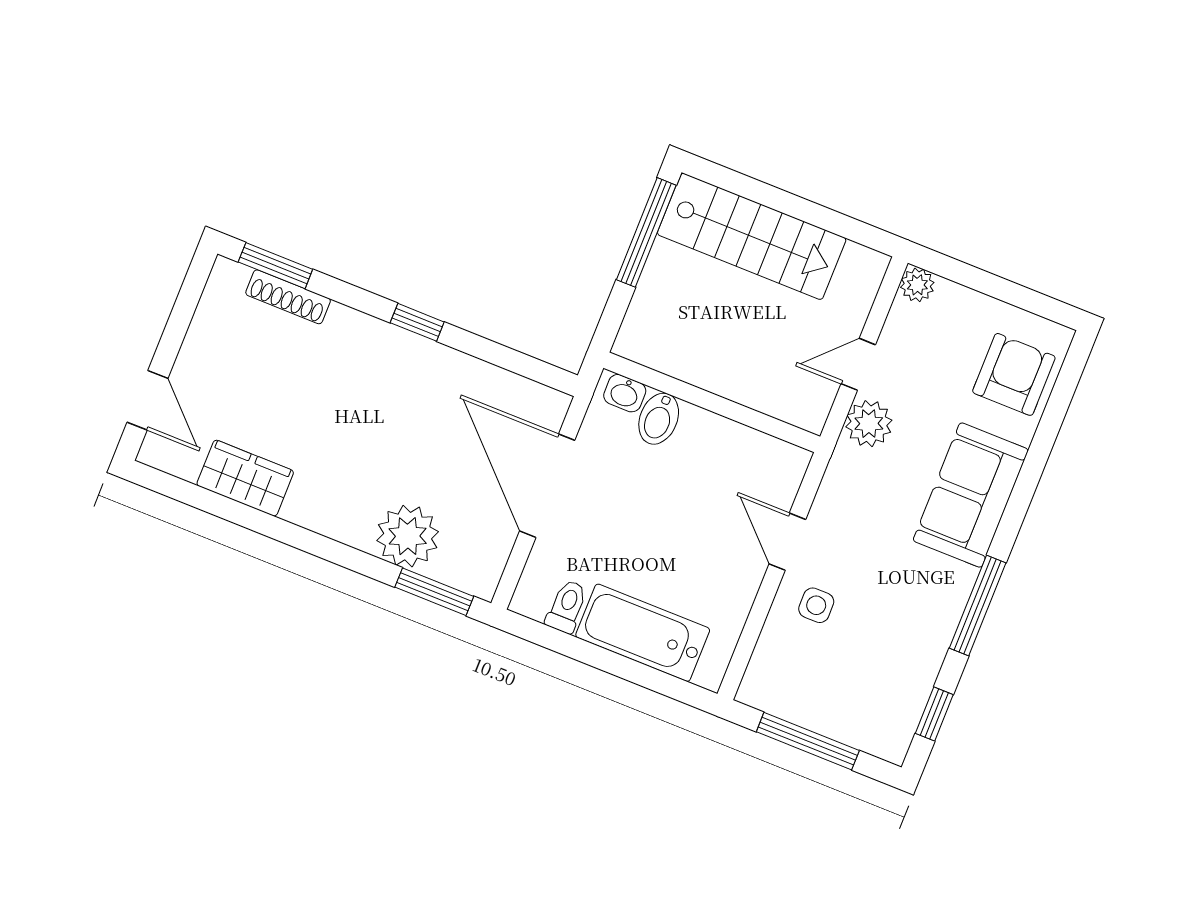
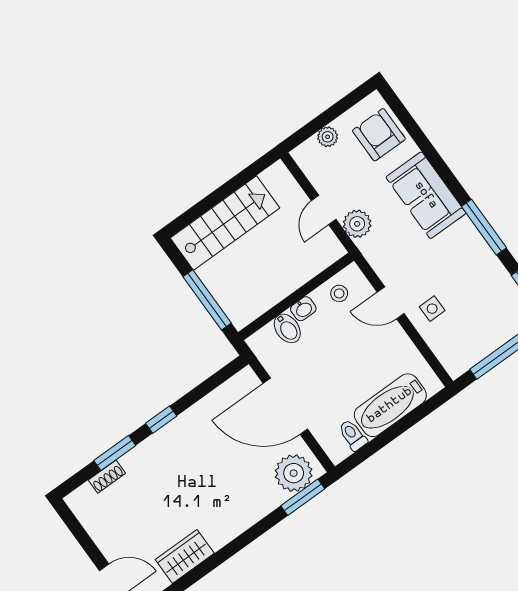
window: (646, 232) -> (207, 300), moved
window: (275, 266) -> (115, 453), moved
plant: (917, 285) -> (328, 137), moved
shoe rack: (288, 297) -> (107, 477), width x0.70
washbasin: (625, 393) -> (303, 309), moved
stool: (754, 460) -> (339, 293), added
plant: (408, 536) -> (294, 473), moved

